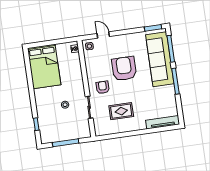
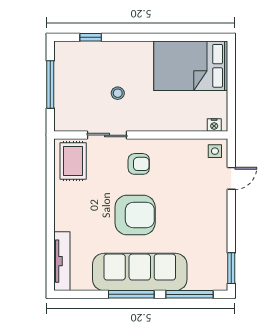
sofa: (160, 59) -> (140, 272), moved
armchair: (124, 69) -> (135, 215), moved
rug: (121, 111) -> (73, 161), moved

